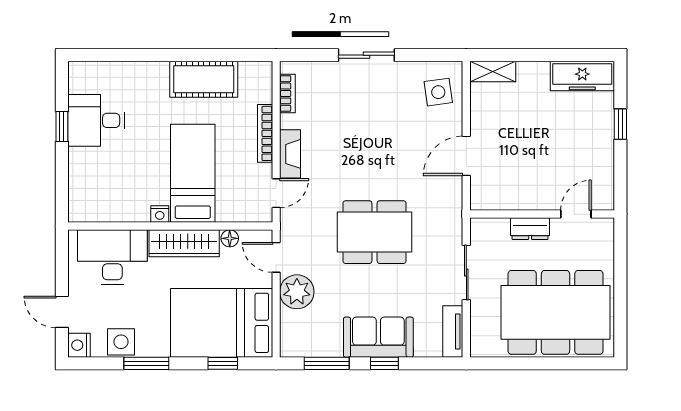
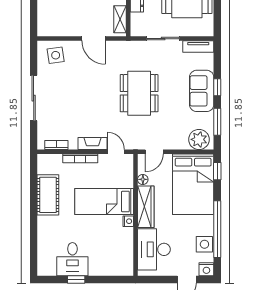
sliding door: (366, 55) -> (34, 98), width x1.37
shelving: (493, 72) -> (120, 19), moved
plant: (297, 292) -> (199, 139), moved
window: (146, 363) -> (217, 229), width x2.11
window: (223, 363) -> (217, 171), moved

